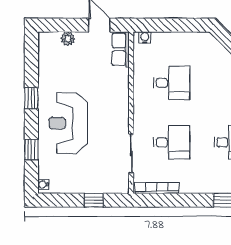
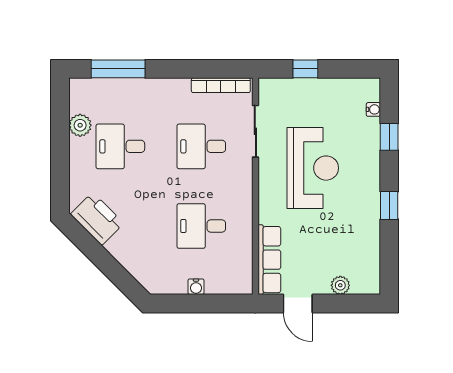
water cooler: (145, 38) -> (196, 287), moved
row of seats: (121, 49) -> (269, 260), width x1.48
reception desk: (68, 123) -> (313, 168), moved
water cooler: (43, 184) -> (373, 109), moved

